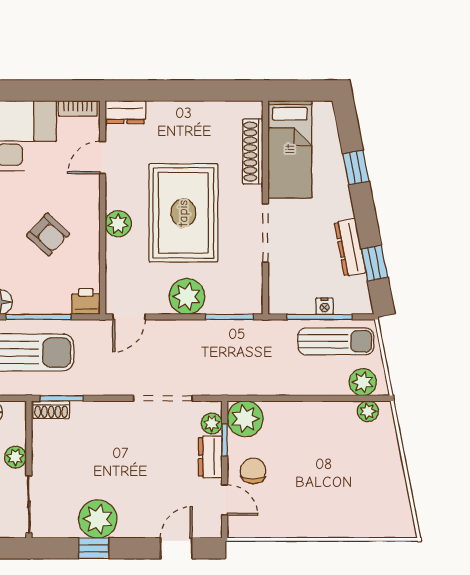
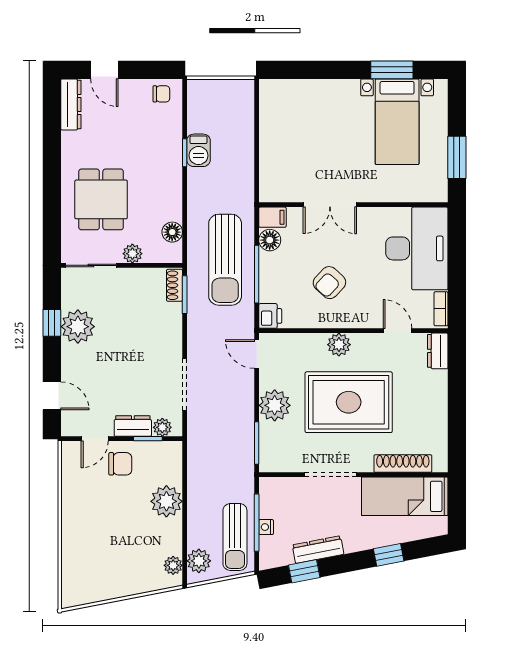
plant: (245, 419) -> (166, 501), moved

